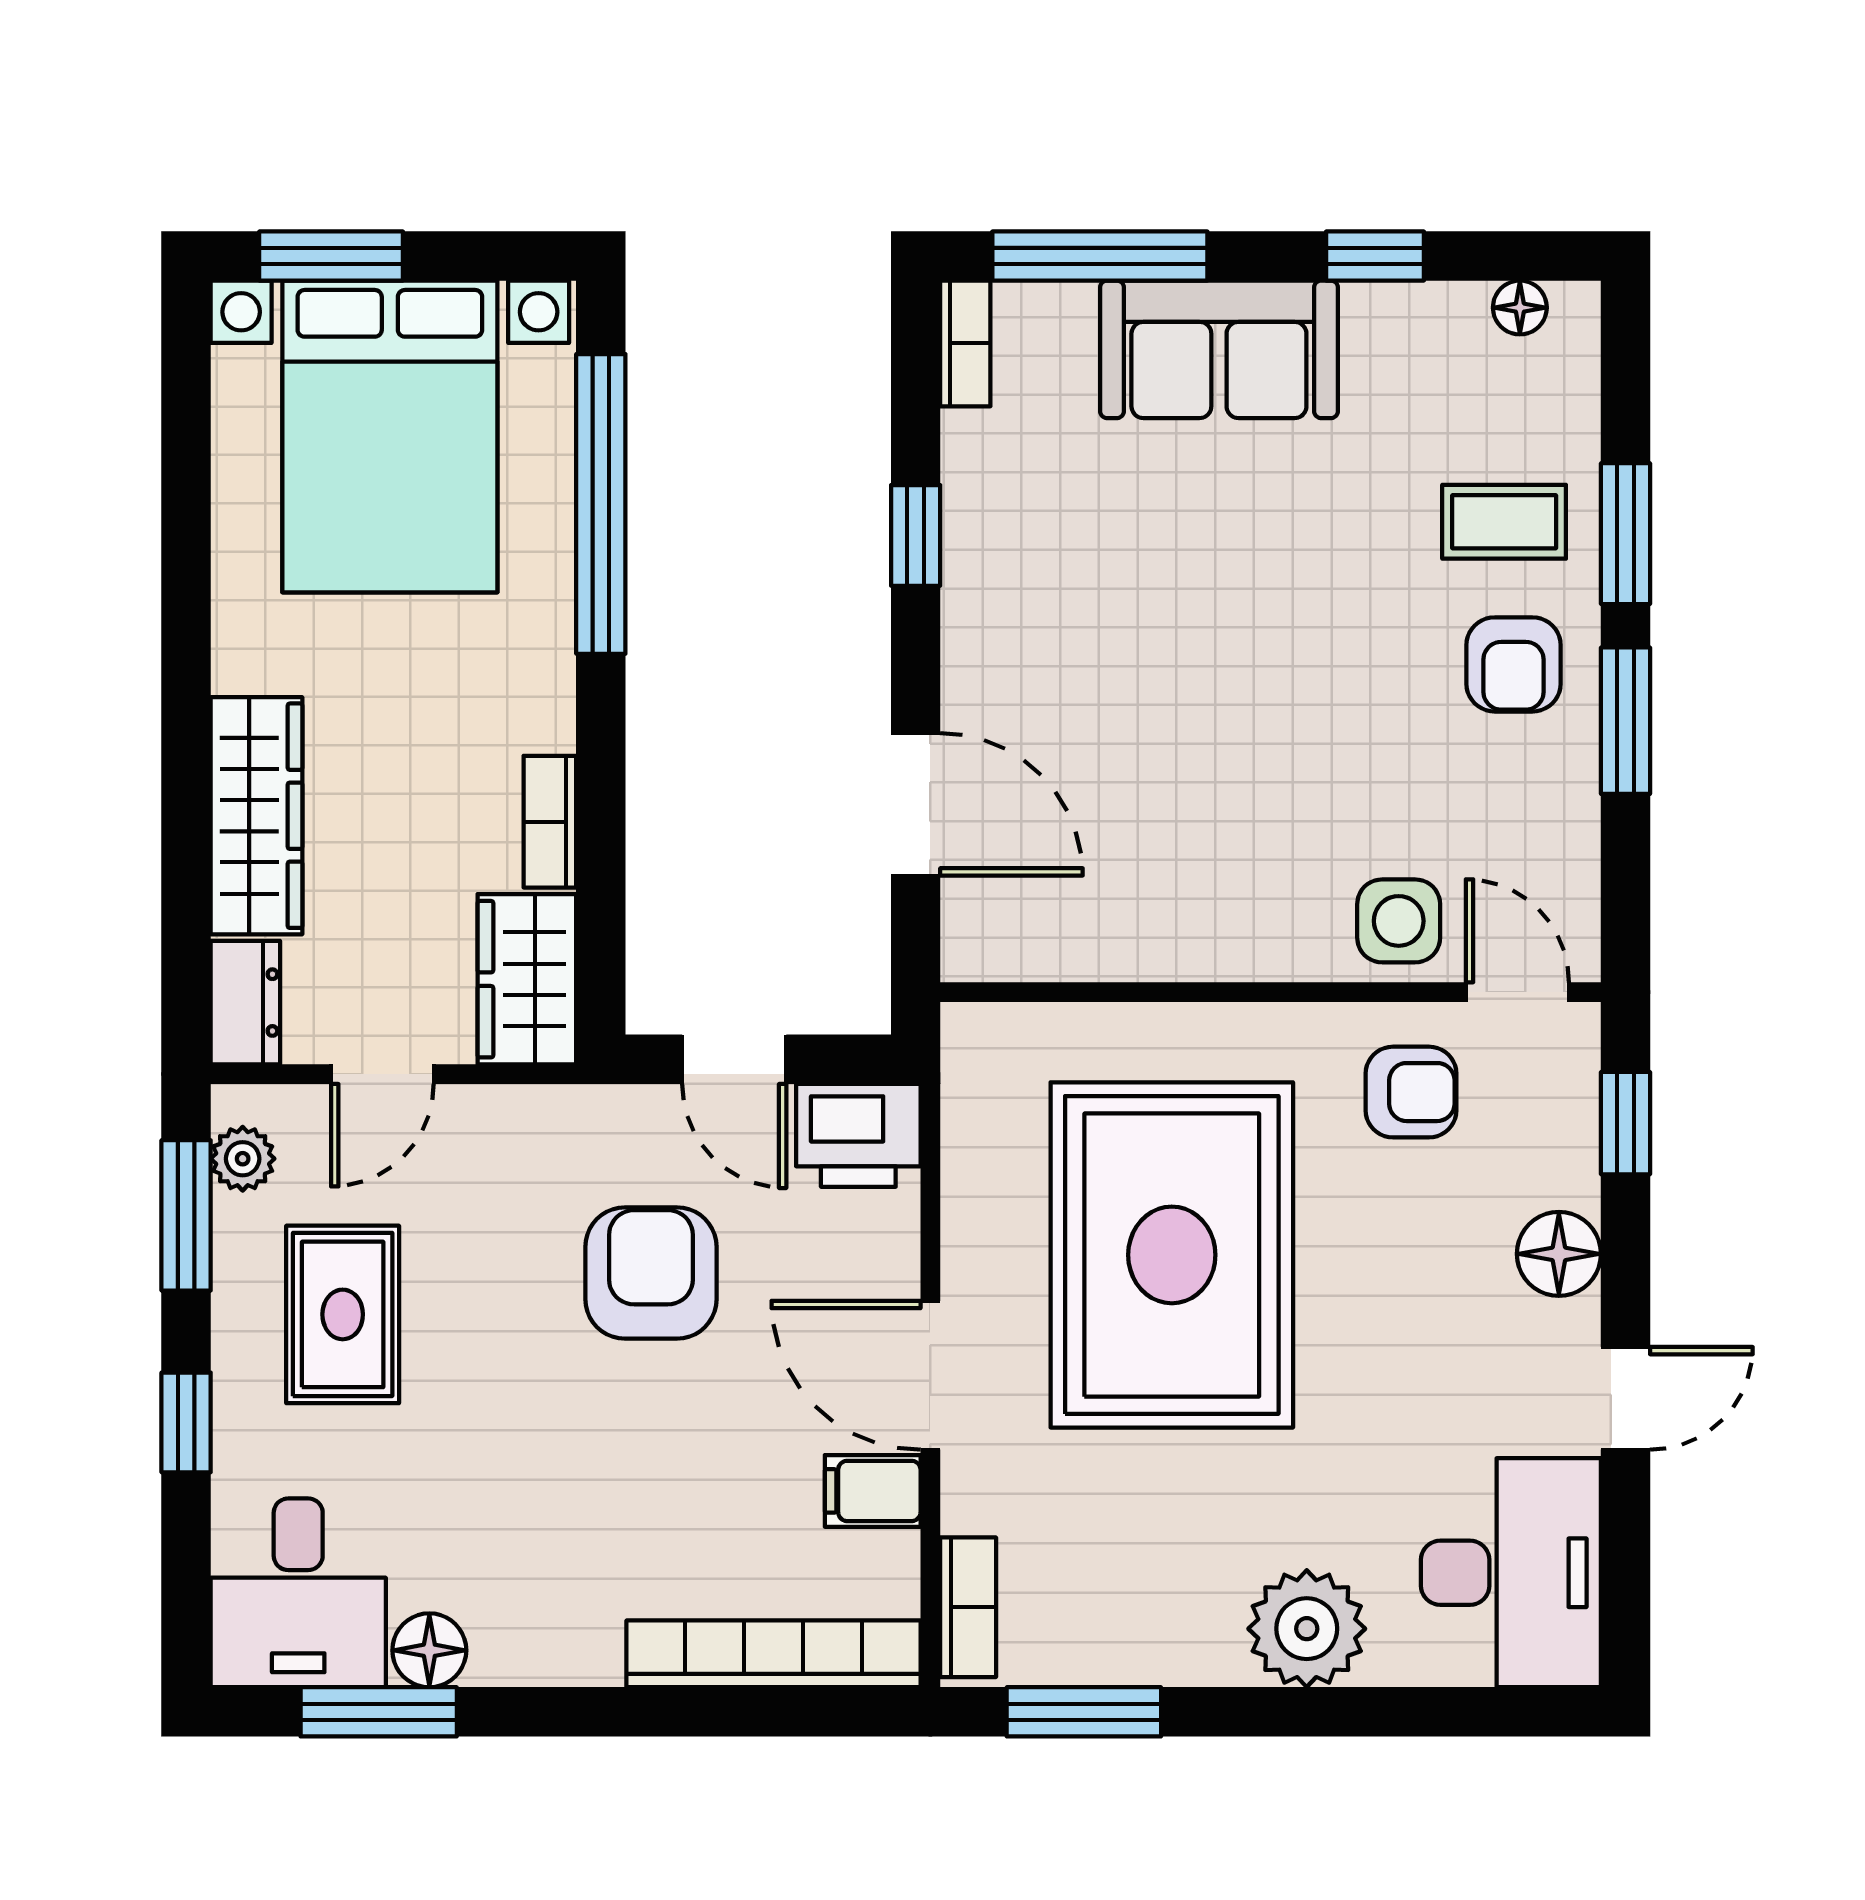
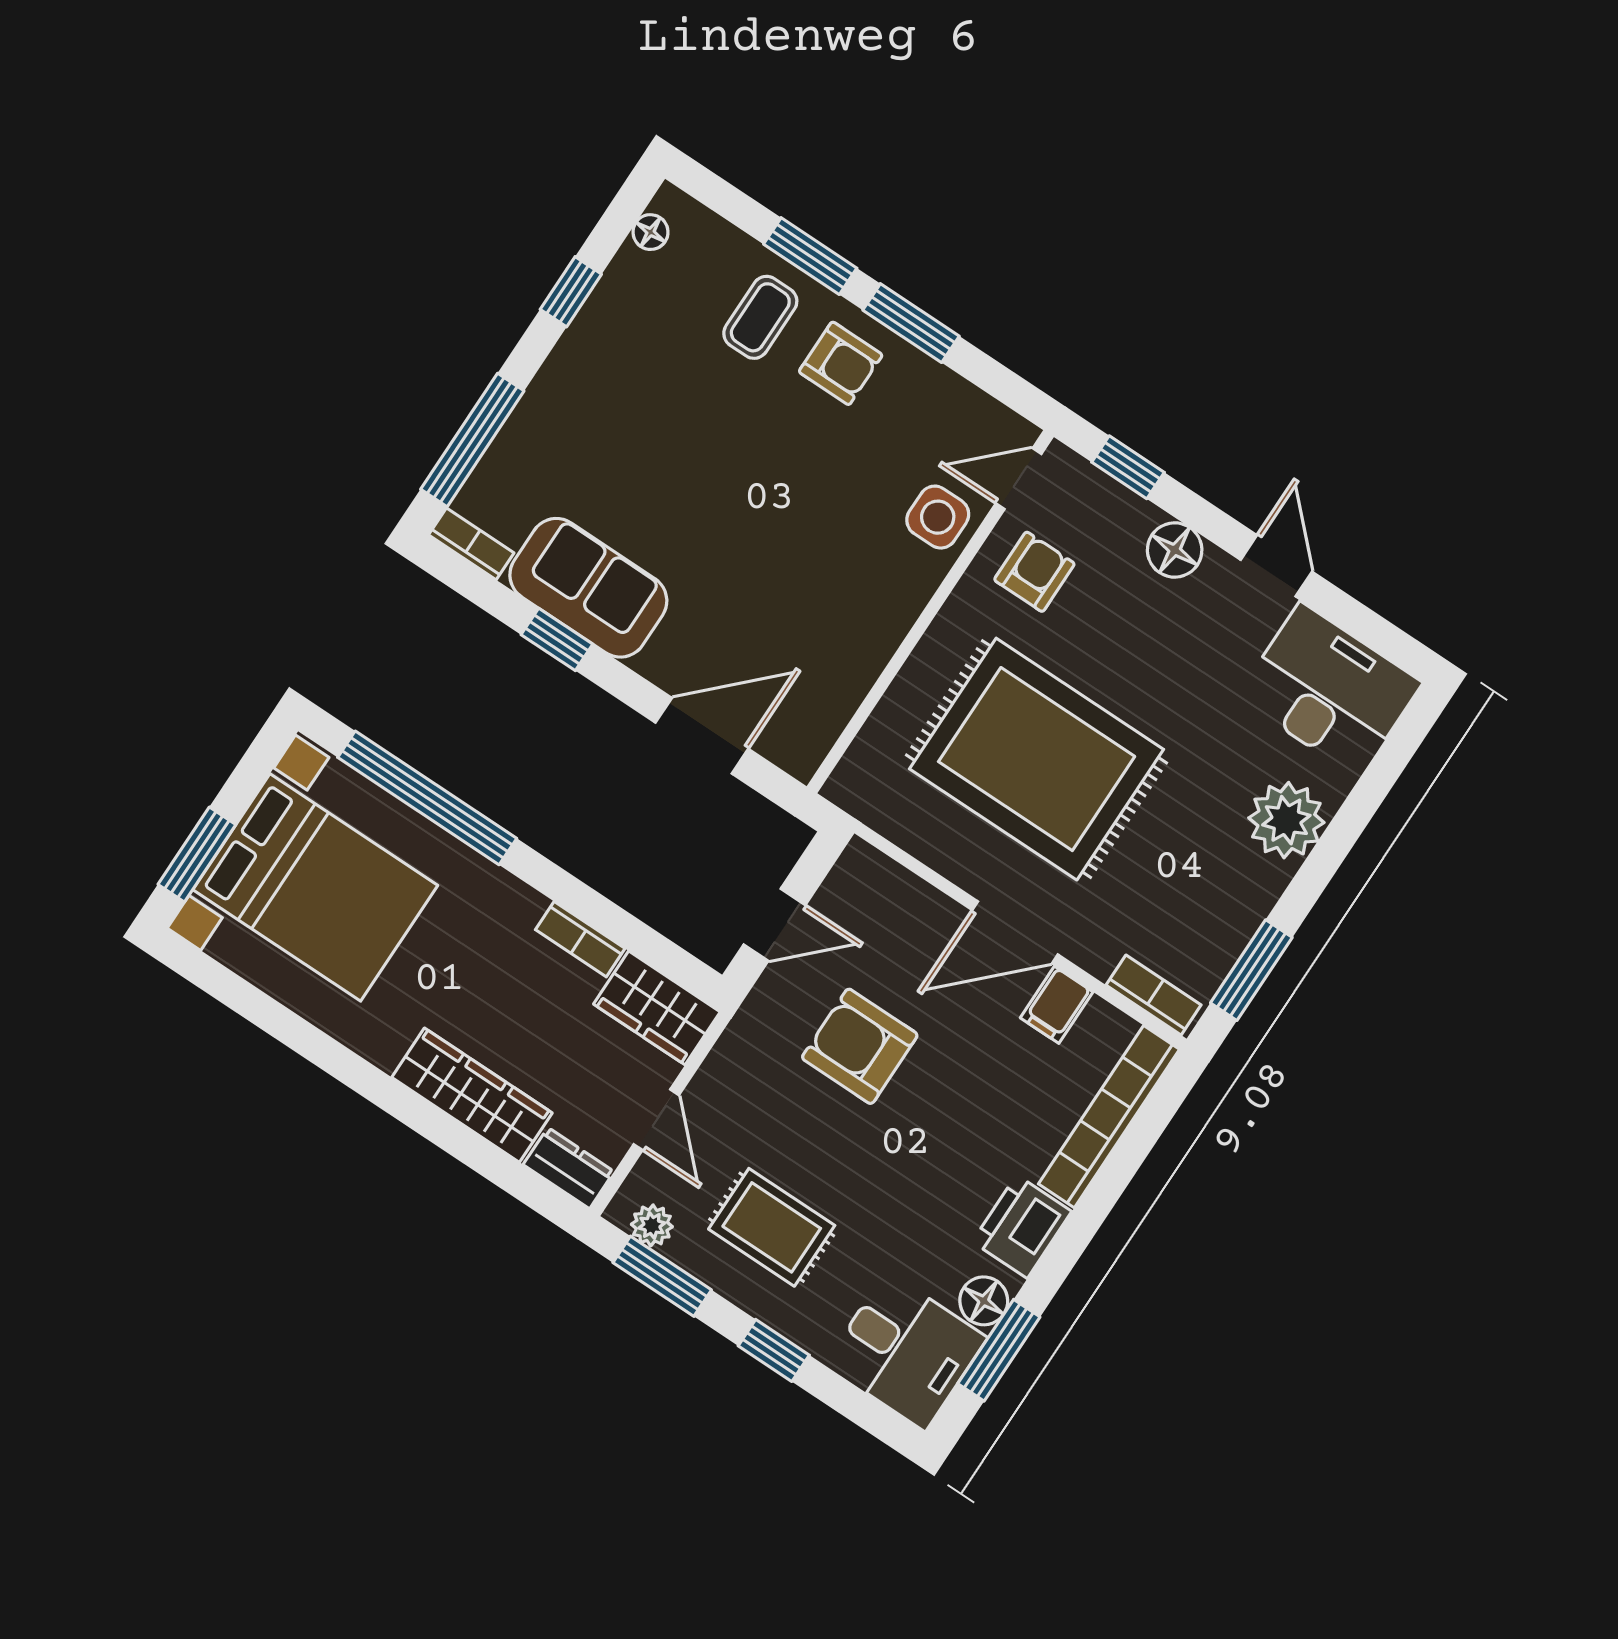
sofa: (1219, 349) -> (588, 588), moved, turned -90
printer: (858, 1135) -> (1022, 1227), moved, turned 180

